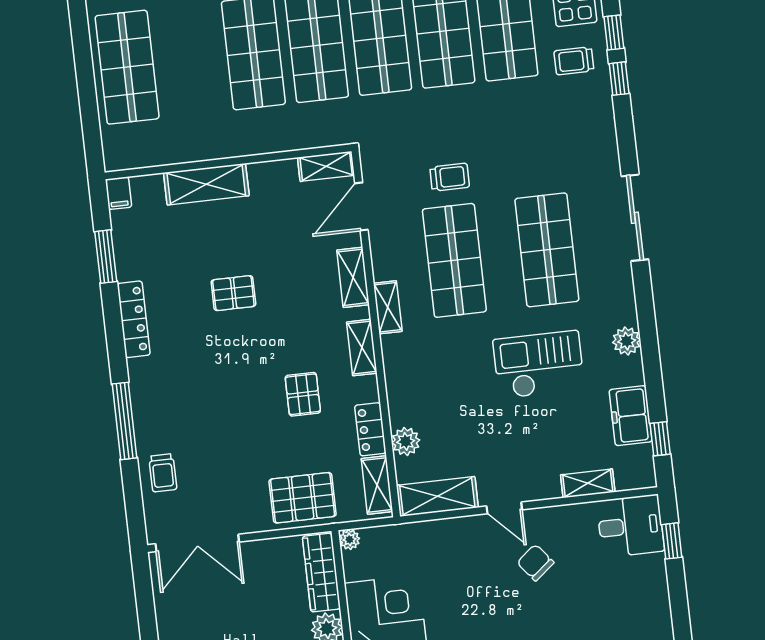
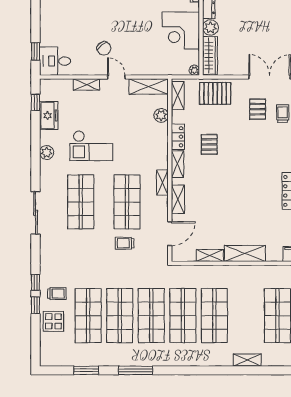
shelving: (326, 166) -> (210, 256), moved
pallet: (233, 293) -> (258, 109), moved, turned 90
locker: (370, 429) -> (178, 137), moved
shelving: (588, 483) -> (86, 84), moved

